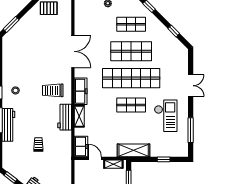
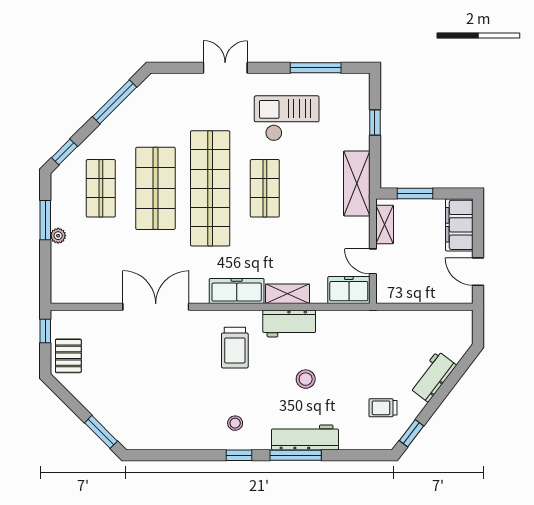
window: (174, 31) -> (115, 102), width x2.17
stool: (37, 125) -> (306, 379), added
trolley: (38, 145) -> (383, 408), moved
door: (95, 158) -> (373, 261), hinge flipped

